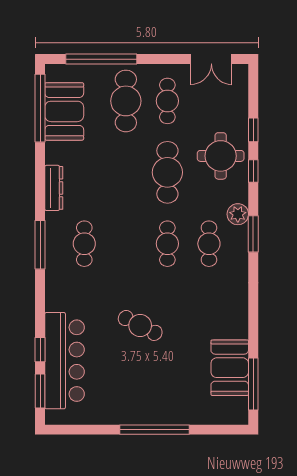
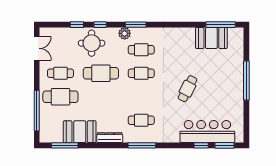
window: (40, 108) -> (65, 145), width x0.68
booth: (64, 111) -> (80, 132), moved

